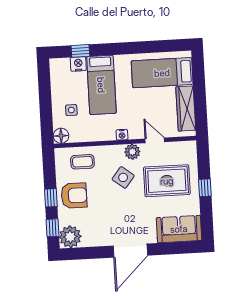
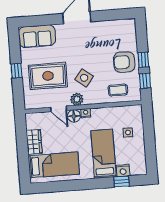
wardrobe: (186, 109) -> (34, 142), width x0.67
floor lamp: (61, 136) -> (74, 116), moved
window: (52, 228) -> (145, 81), moved
plant: (70, 237) -> (127, 28), removed

